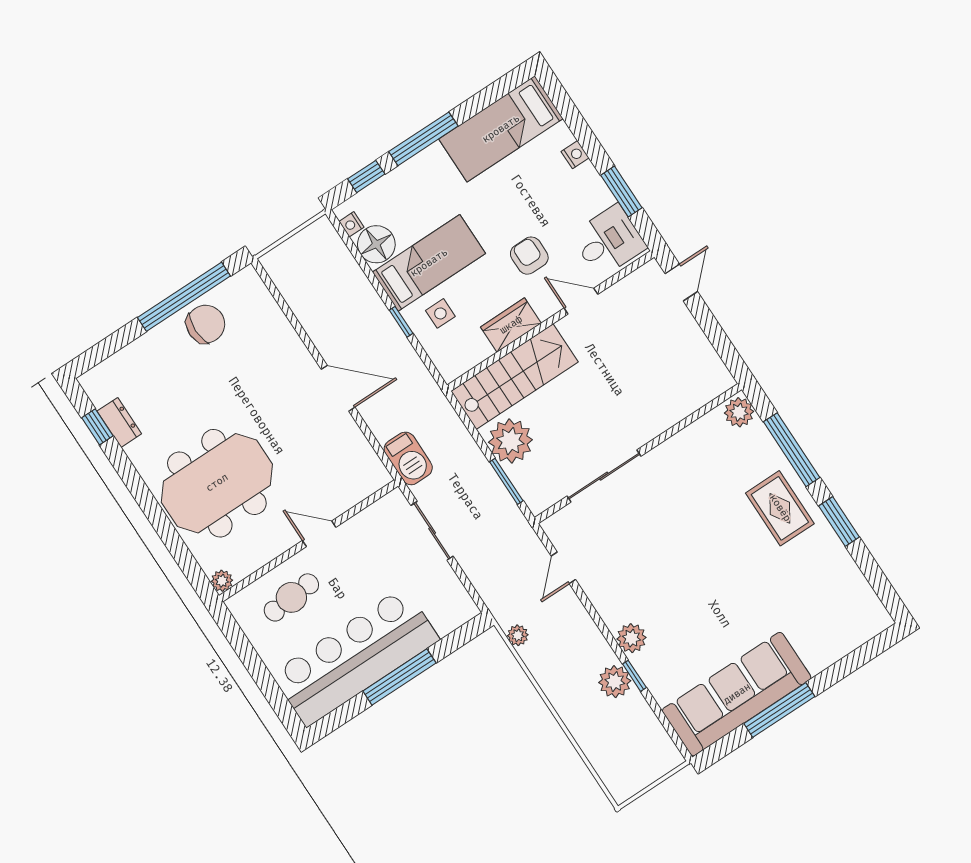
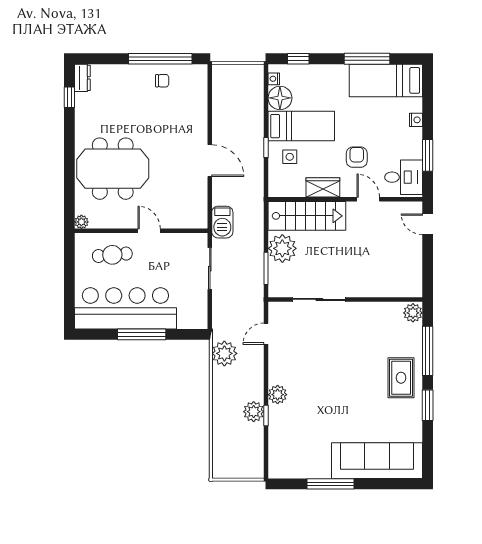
window: (423, 139) -> (367, 59), moved
door: (681, 283) -> (428, 224), swing flipped
chair: (206, 324) -> (162, 81), width x0.54, depth x0.54
dresser: (119, 422) -> (82, 78), moved
plant: (518, 635) -> (224, 353), width x1.88, depth x1.88
sofa: (737, 694) -> (377, 461), moved

